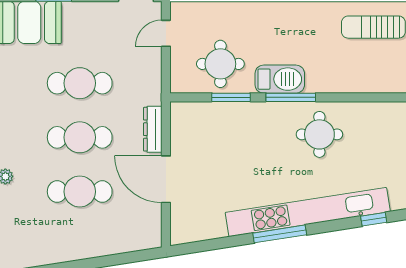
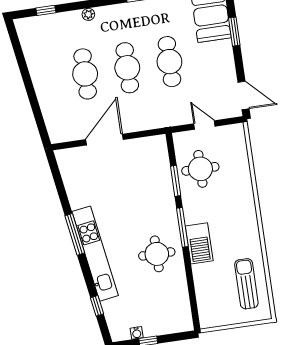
door: (166, 33) -> (204, 125), moved
barbecue: (280, 79) -> (199, 243), moved
dresser: (153, 129) -> (142, 124), removed
kitchen unit: (308, 212) -> (95, 254), width x0.73

